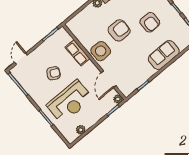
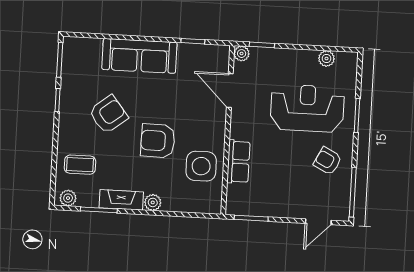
armchair: (150, 22) -> (108, 114), turned 52
side table: (101, 51) -> (201, 166), moved
sofa: (164, 55) -> (139, 56), width x1.36
armchair: (53, 73) -> (328, 161), moved
door: (109, 79) -> (230, 90), swing flipped

